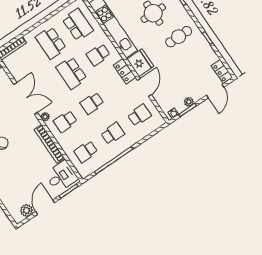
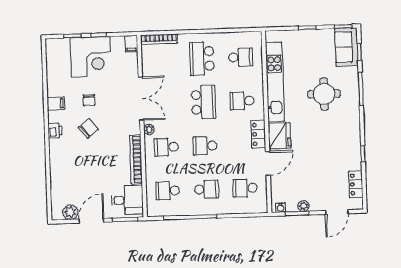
school desk: (78, 25) -> (241, 57), width x0.54
cafe table: (179, 37) -> (335, 134), removed
locker: (222, 71) -> (356, 184), moved
school desk: (71, 73) -> (203, 102), turned 180
school desk: (139, 115) -> (245, 188), turned 180

